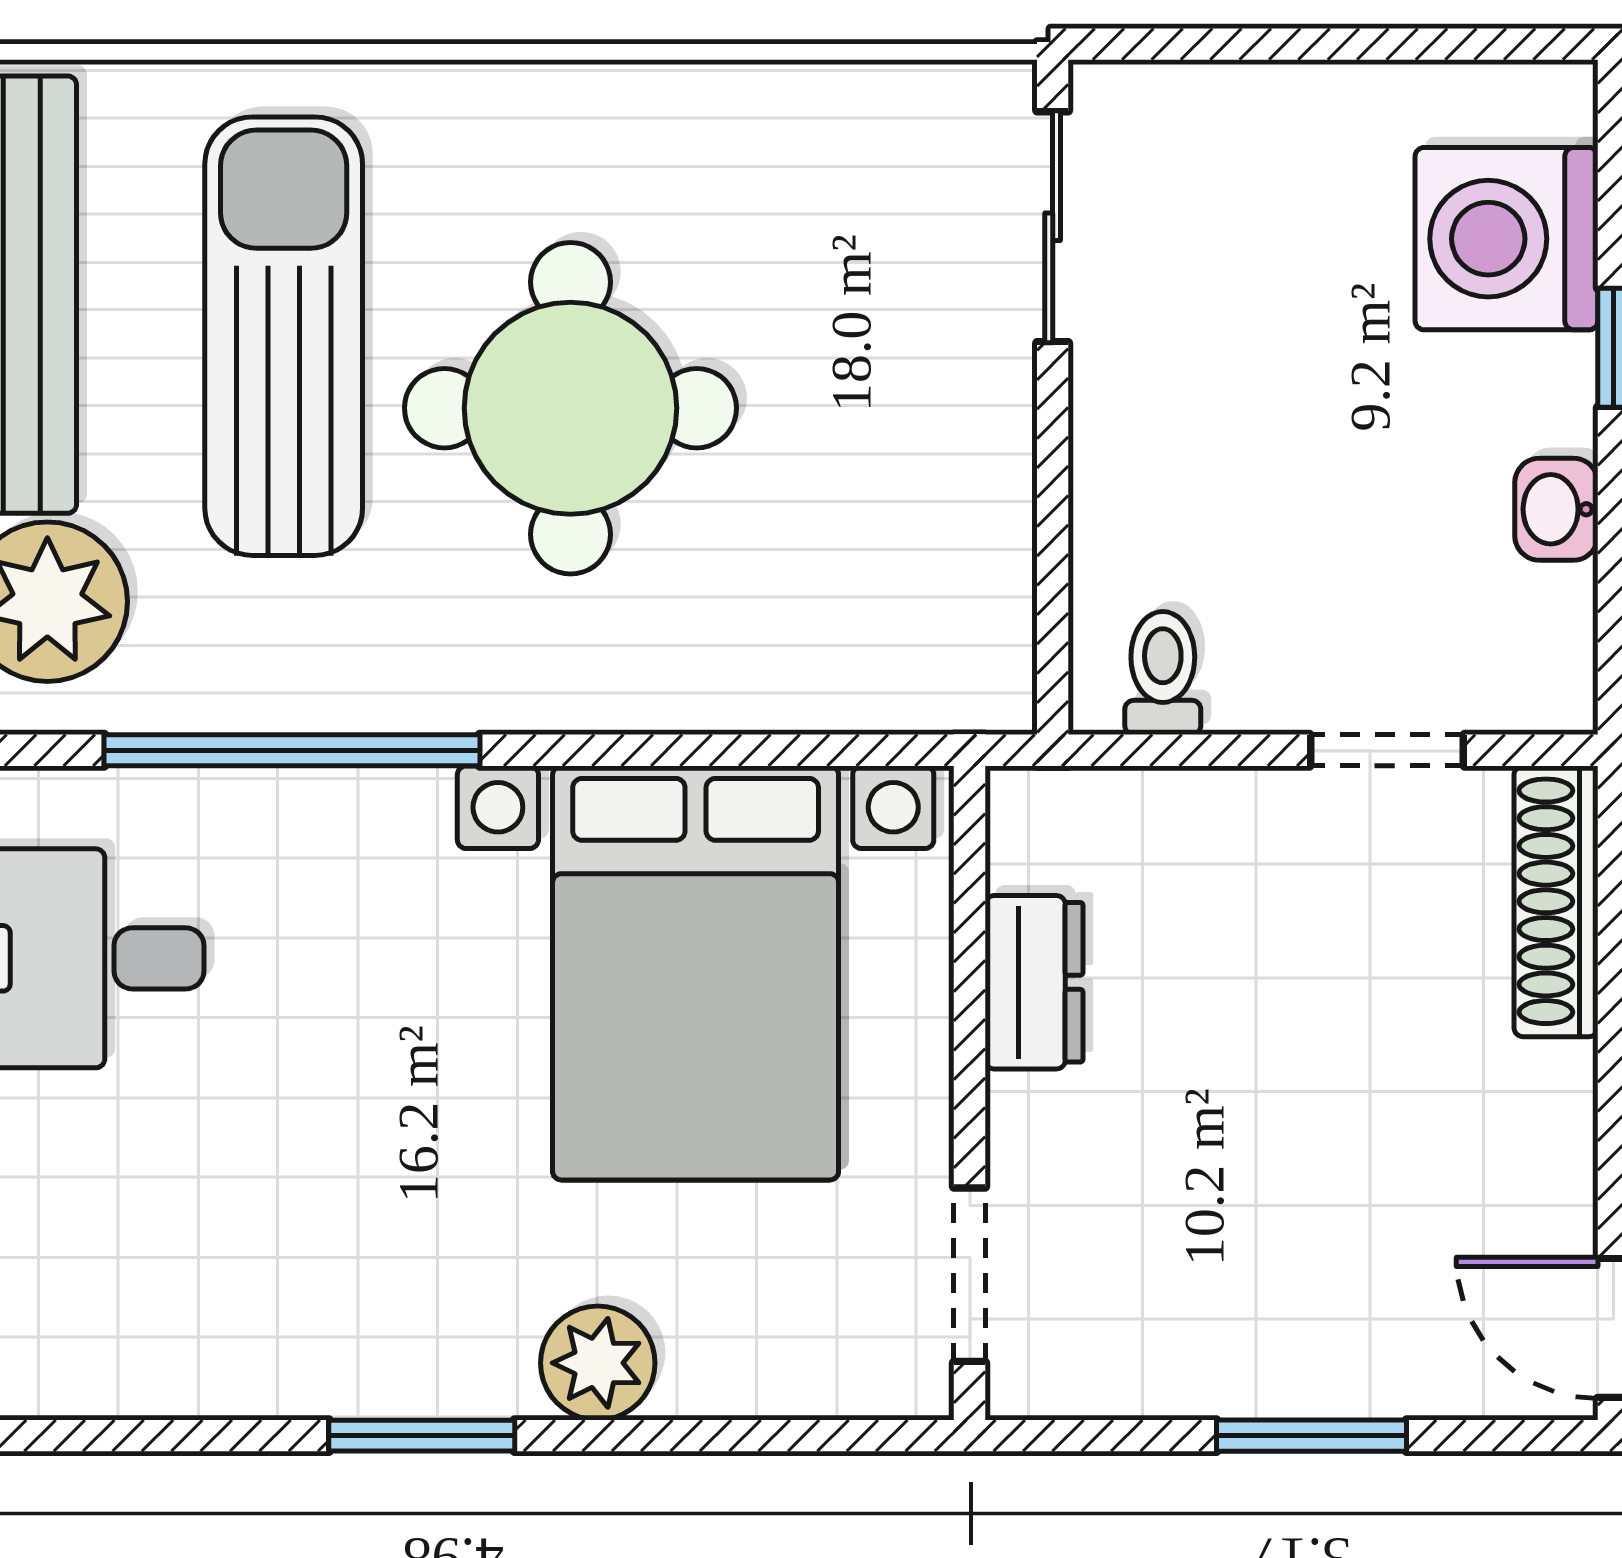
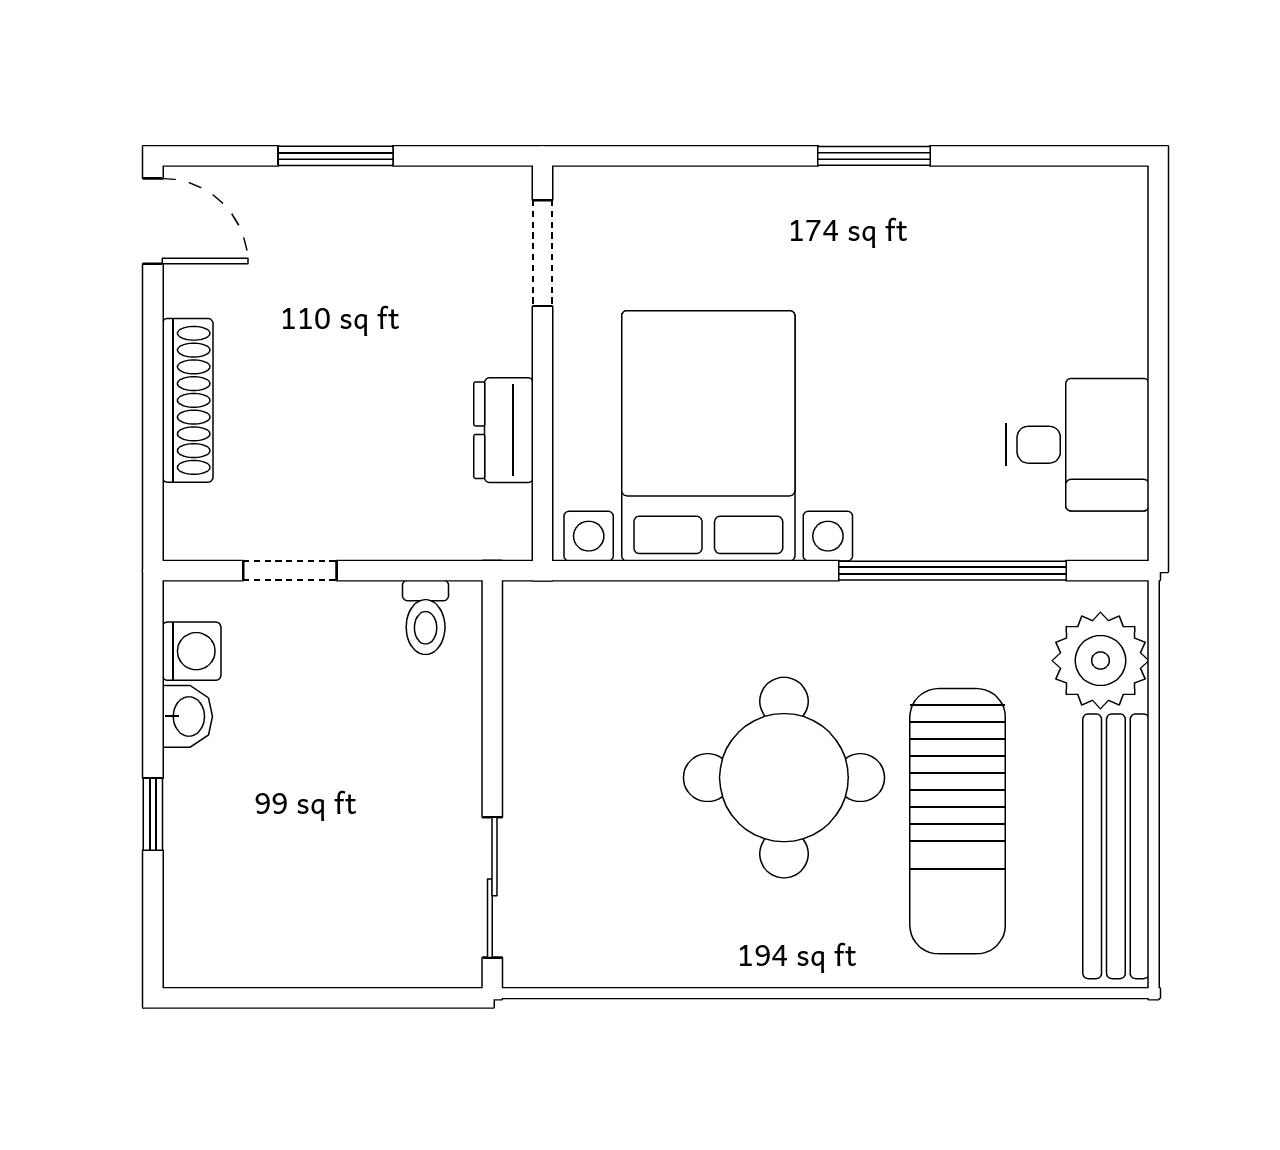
washing machine: (1507, 239) -> (192, 651), moved, width x0.53, depth x0.53
shoe rack: (1556, 901) -> (188, 400), moved
plant: (598, 1363) -> (767, 200), removed

